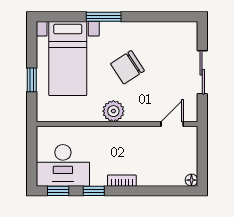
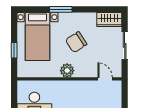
wardrobe: (178, 32) -> (109, 19), added
door: (172, 124) -> (105, 79), hinge flipped

